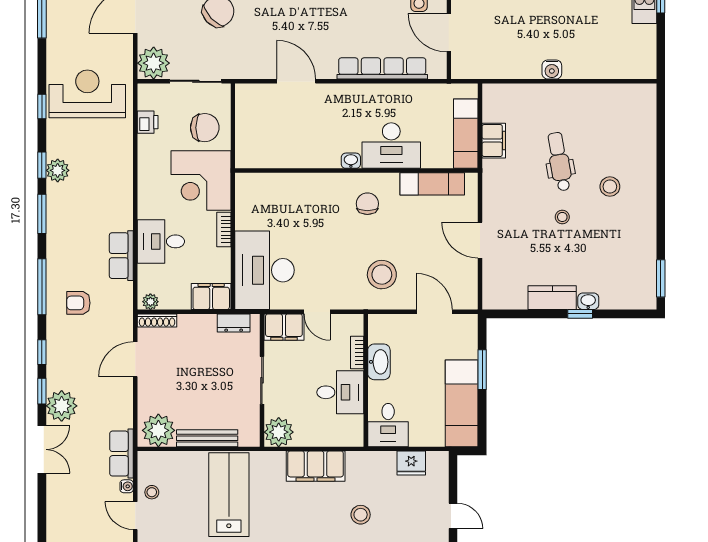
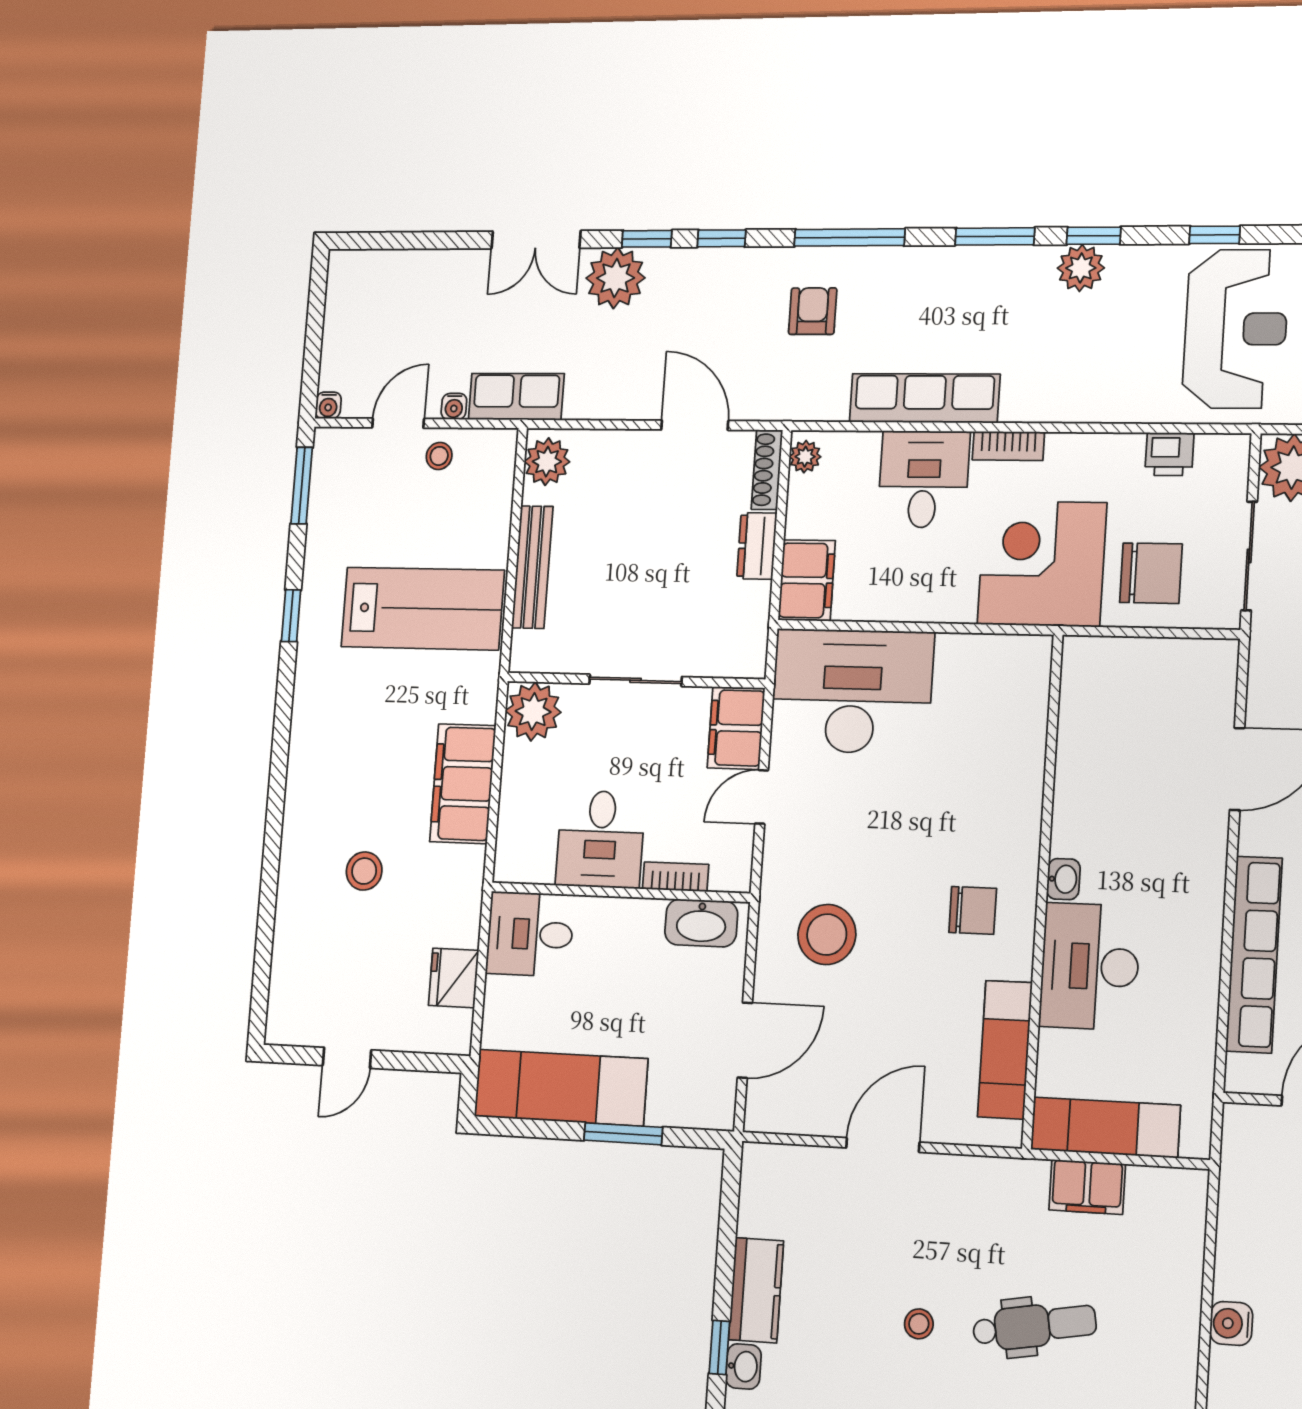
chair: (205, 128) -> (1151, 573), turned -90
bookcase: (224, 229) -> (1008, 446), moved, turned 180
row of seats: (121, 256) -> (924, 398), width x1.48
dresser: (234, 323) -> (757, 546), moved
washbasin: (379, 362) -> (701, 923), moved
plant: (158, 430) -> (547, 462), width x0.73, depth x0.73

